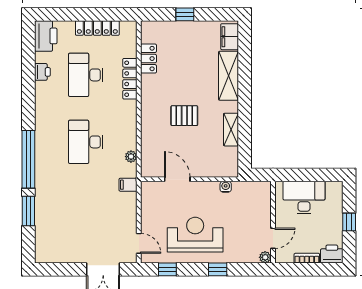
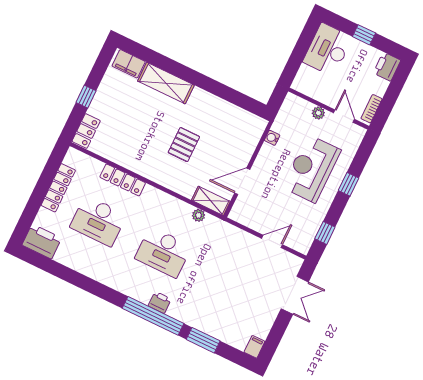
locker: (148, 59) -> (86, 131), moved, turned 90
printer: (42, 72) -> (160, 302), moved
shelving: (231, 130) -> (211, 201), moved
filing cabinet: (128, 185) -> (254, 347), moved, turned 180
desk: (304, 198) -> (328, 50), moved
reception desk: (195, 235) -> (312, 169), moved
door: (139, 243) -> (272, 241), moved
plant: (265, 257) -> (318, 113), moved
bookcase: (307, 258) -> (371, 109), moved

